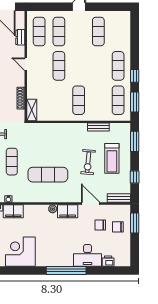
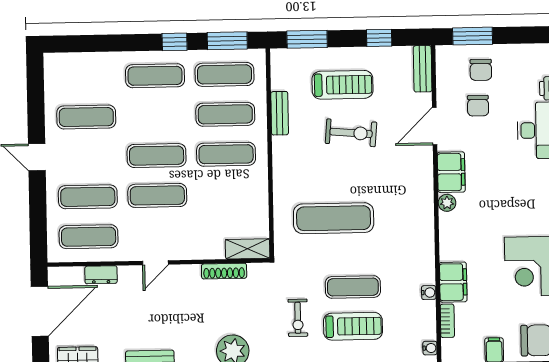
exercise mat: (79, 66) -> (157, 156), added
exercise mat: (98, 100) -> (225, 114), added
exercise mat: (48, 175) -> (334, 218), moved, turned 90

